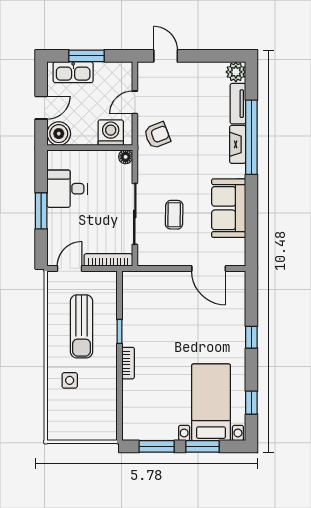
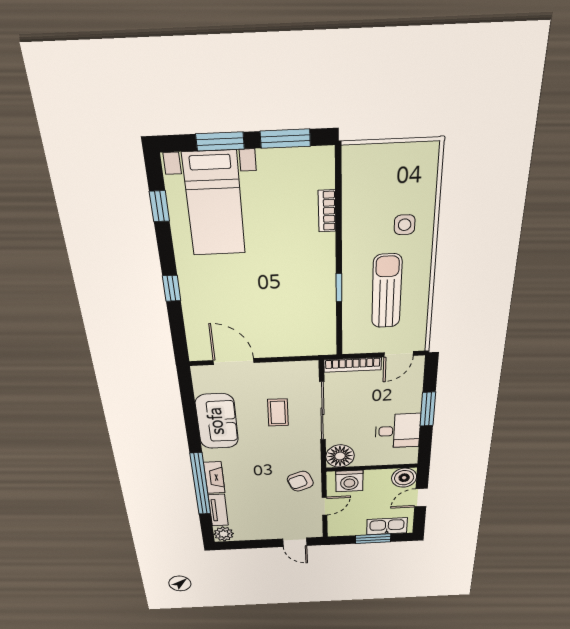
floor lamp: (126, 157) -> (340, 456), width x1.89, depth x1.89
bookcase: (128, 363) -> (327, 211), moved

